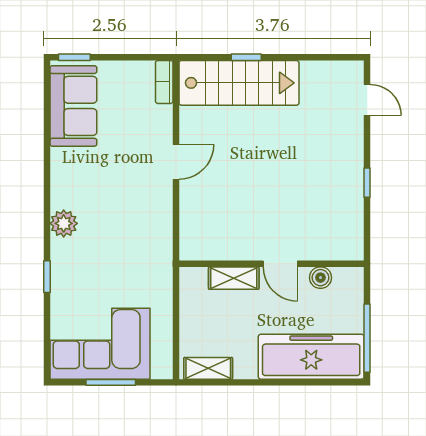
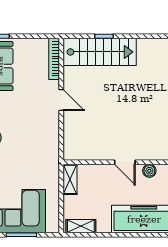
bookcase: (164, 82) -> (54, 59), width x1.56
door: (176, 162) -> (61, 100), hinge flipped
shelving: (234, 278) -> (70, 179), moved, turned 90

